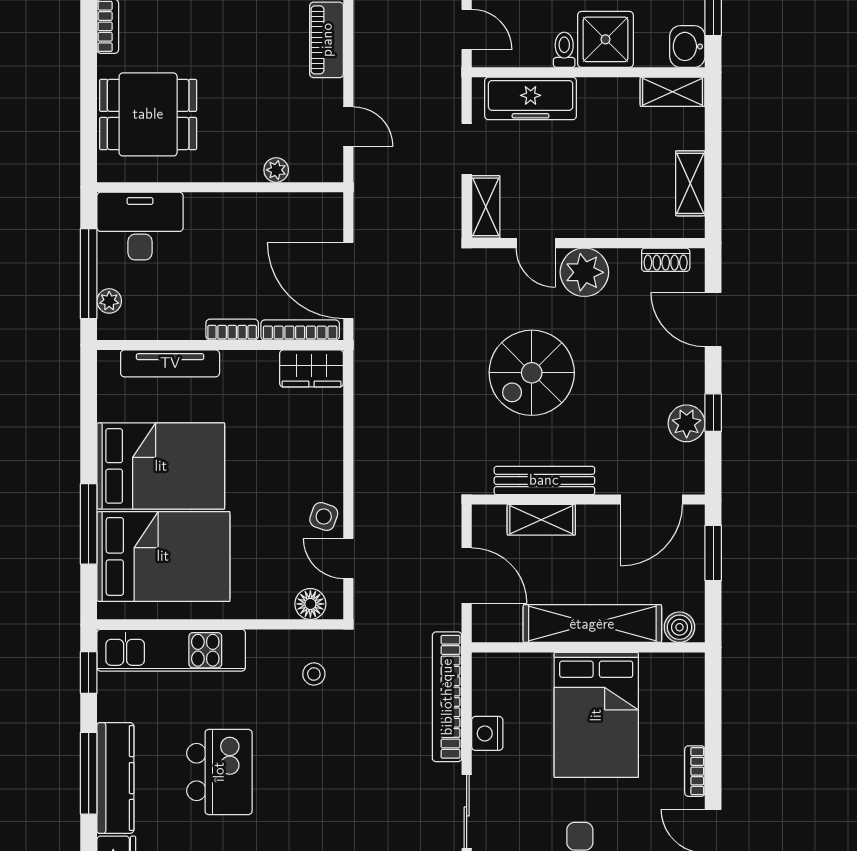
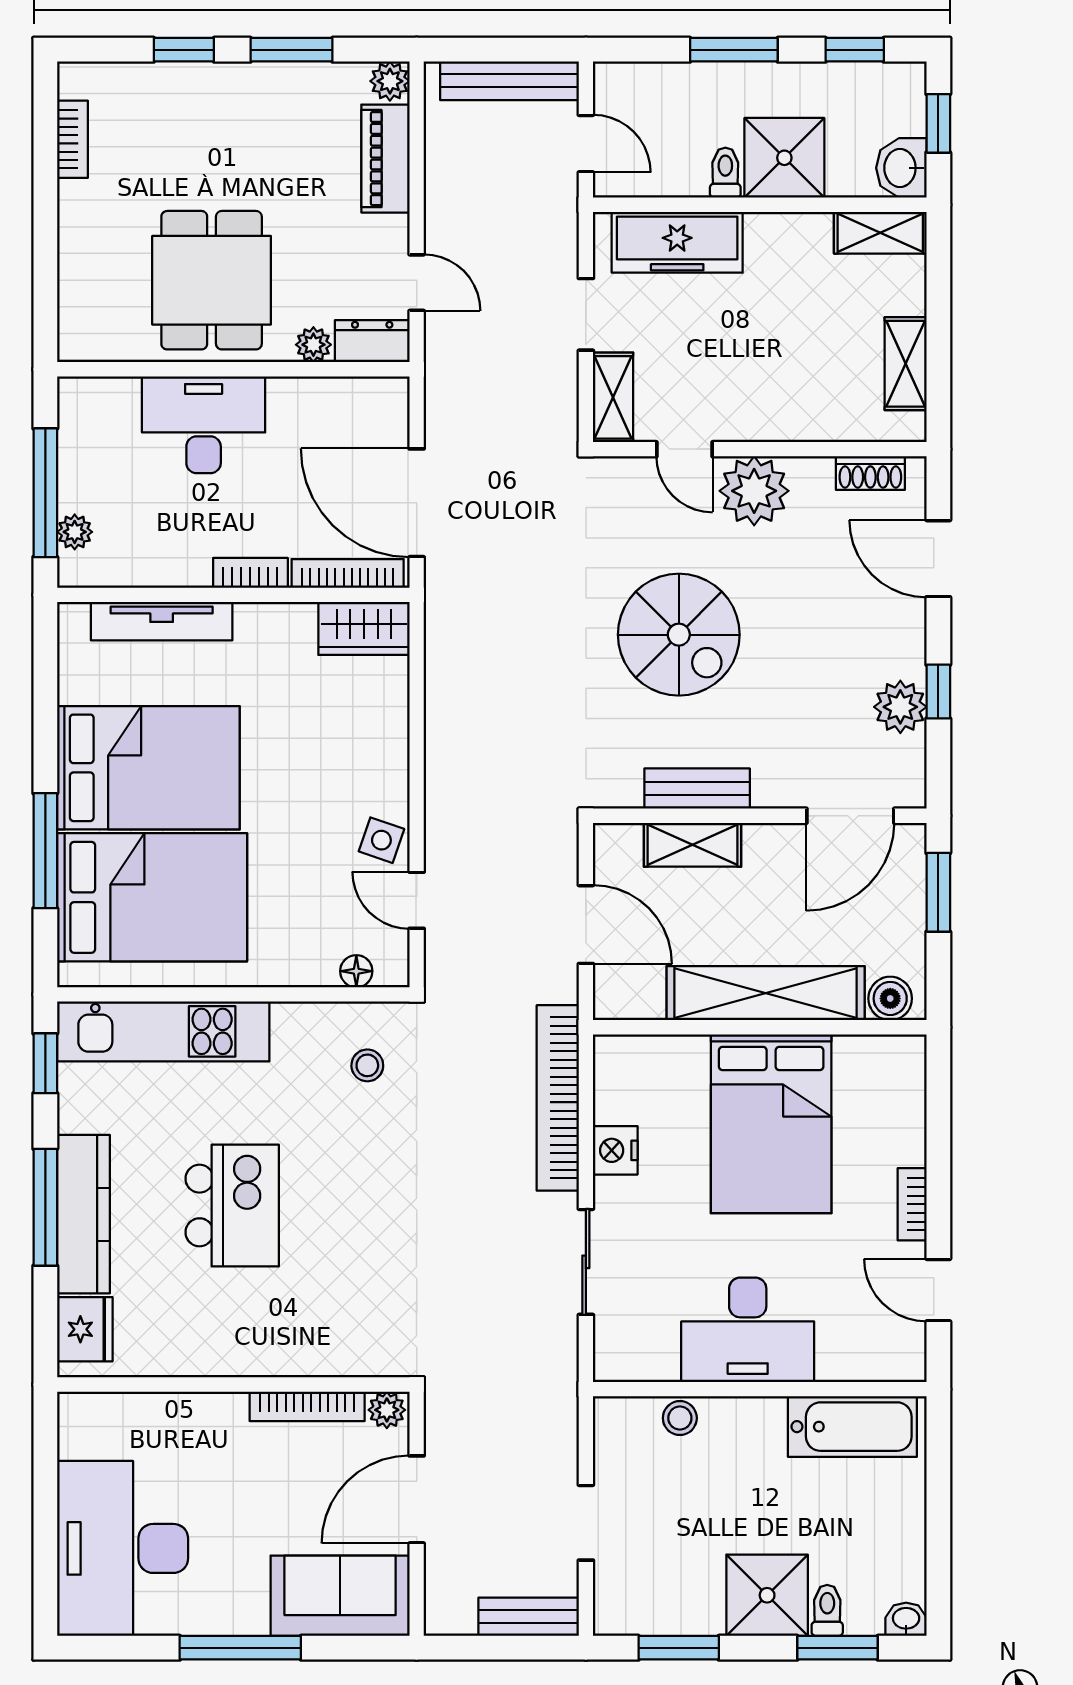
dining table: (148, 114) -> (212, 280), moved, turned 90
dresser: (317, 168) -> (372, 341), added
desk: (140, 226) -> (204, 425), moved
spiral stairs: (532, 373) -> (679, 635), turned -90
bench: (544, 480) -> (697, 789), width x0.73
floor lamp: (310, 604) -> (356, 971), width x0.73, depth x0.73

